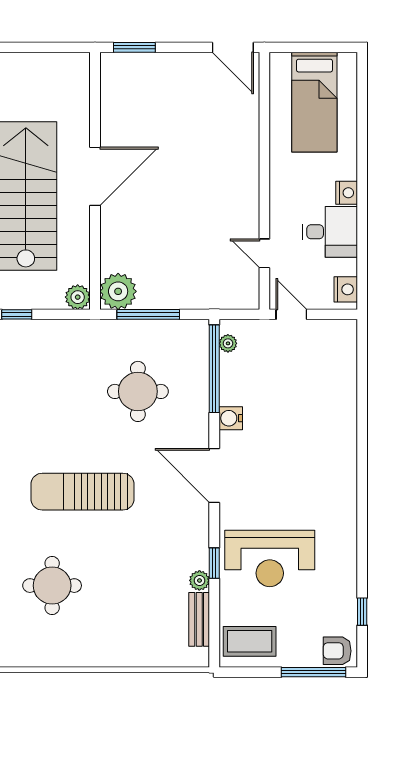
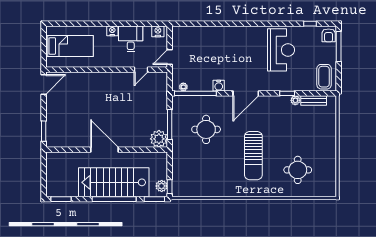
plant: (78, 297) -> (162, 186), moved
reception desk: (270, 559) -> (281, 50), moved

